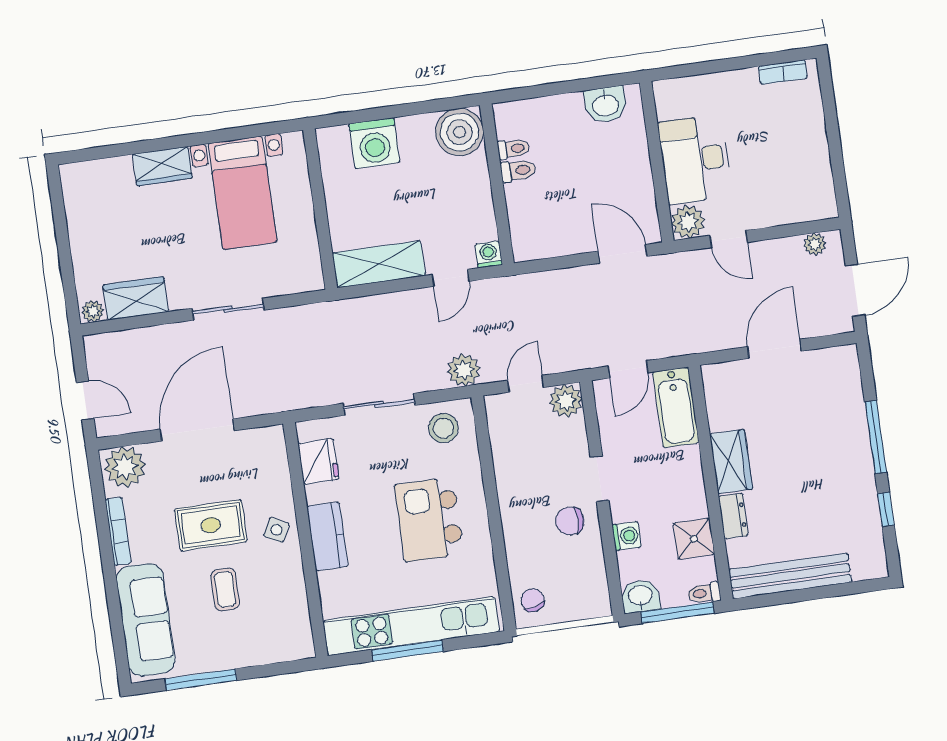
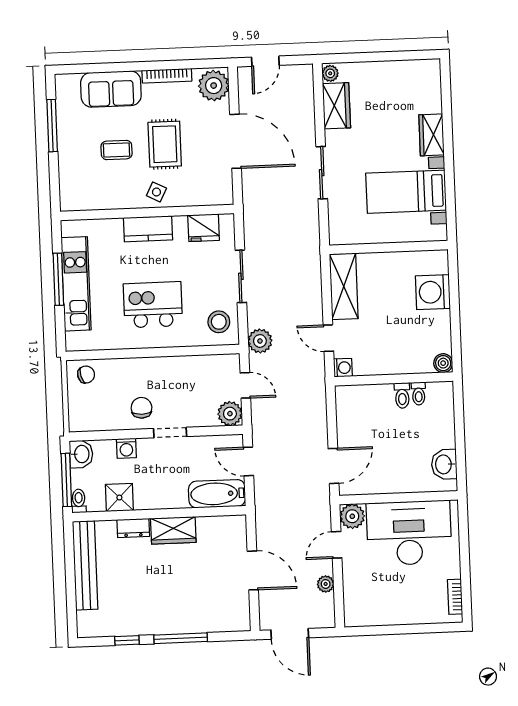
boiler: (459, 132) -> (443, 363), width x0.54, depth x0.54
desk: (695, 159) -> (409, 533), width x1.36, depth x1.30
plant: (815, 244) -> (326, 584), moved
sofa: (146, 620) -> (111, 89), width x0.73
kitchen unit: (411, 626) -> (76, 284), width x0.73

